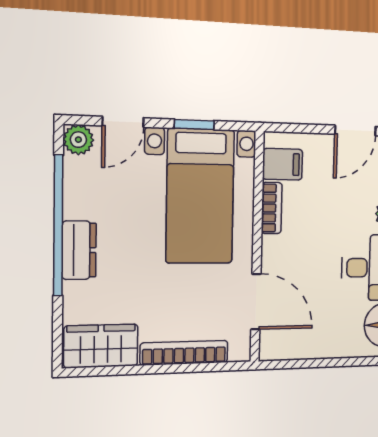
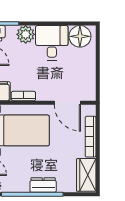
door: (256, 302) -> (67, 103), swing flipped

